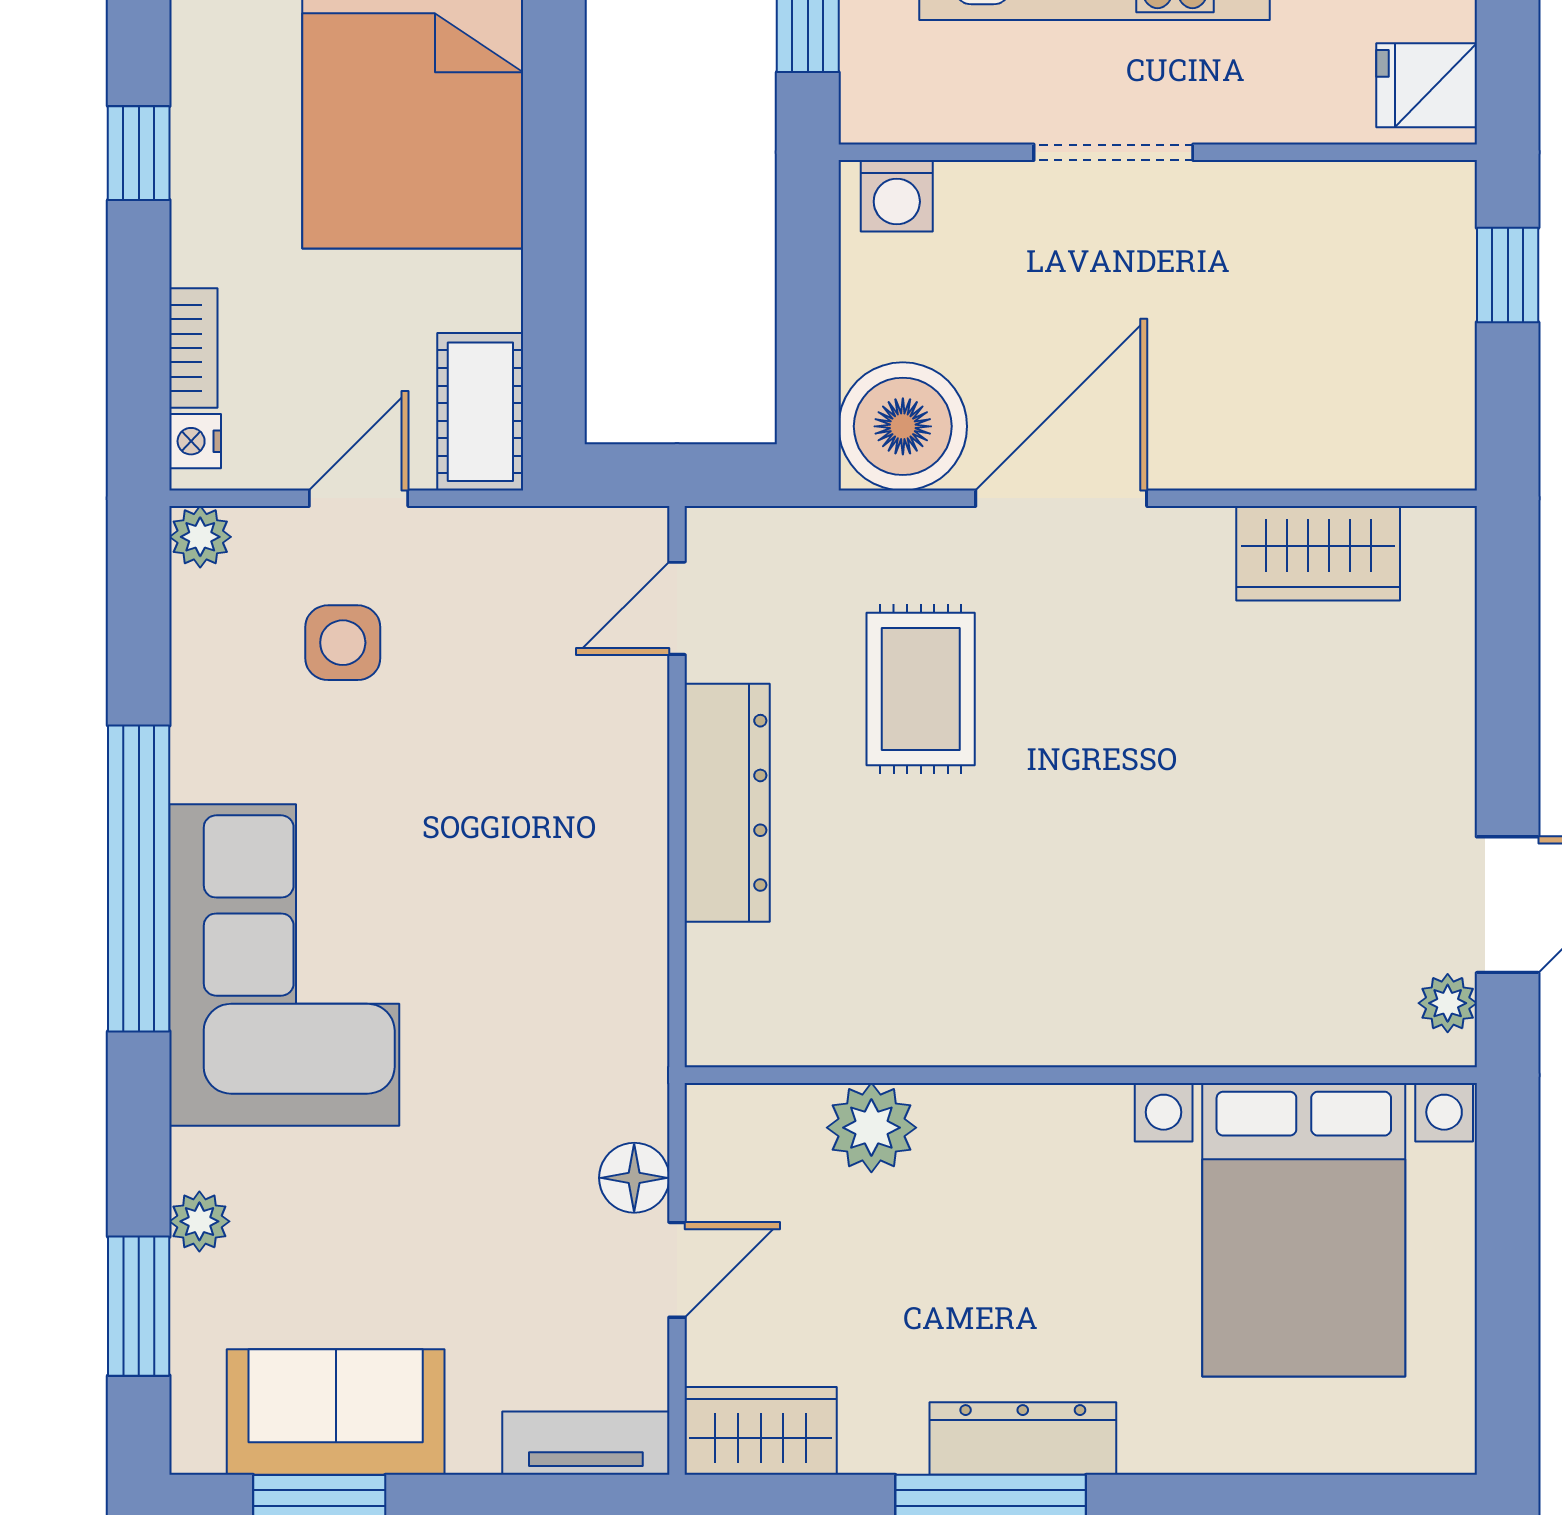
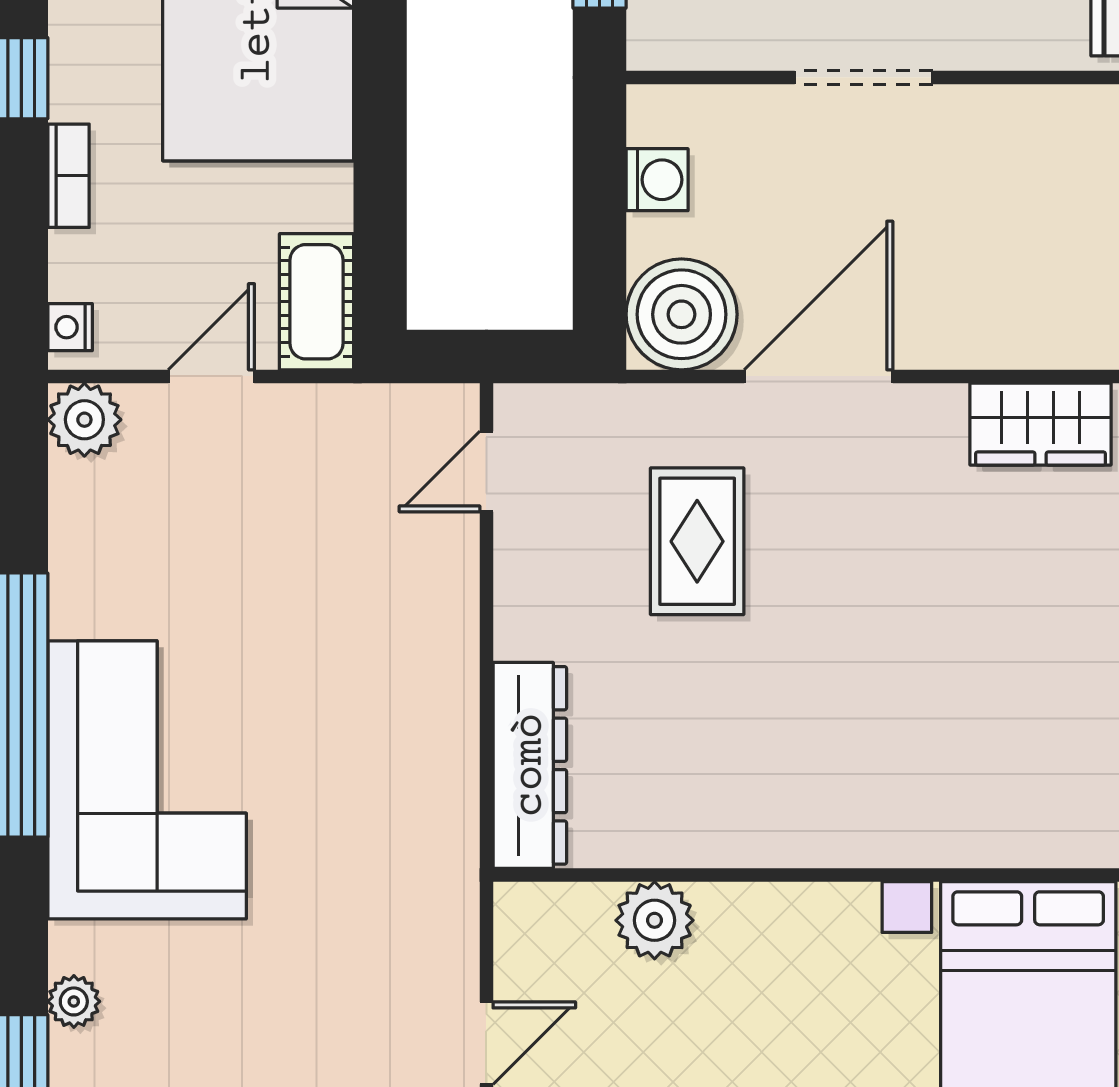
washing machine: (897, 196) -> (657, 180), moved, turned -90
bookcase: (193, 348) -> (69, 176), moved
plant: (200, 537) -> (84, 420), width x1.38, depth x1.38
side table: (343, 643) -> (198, 501), removed
dresser: (727, 803) -> (530, 765), moved
floor lamp: (634, 1178) -> (449, 964), removed

